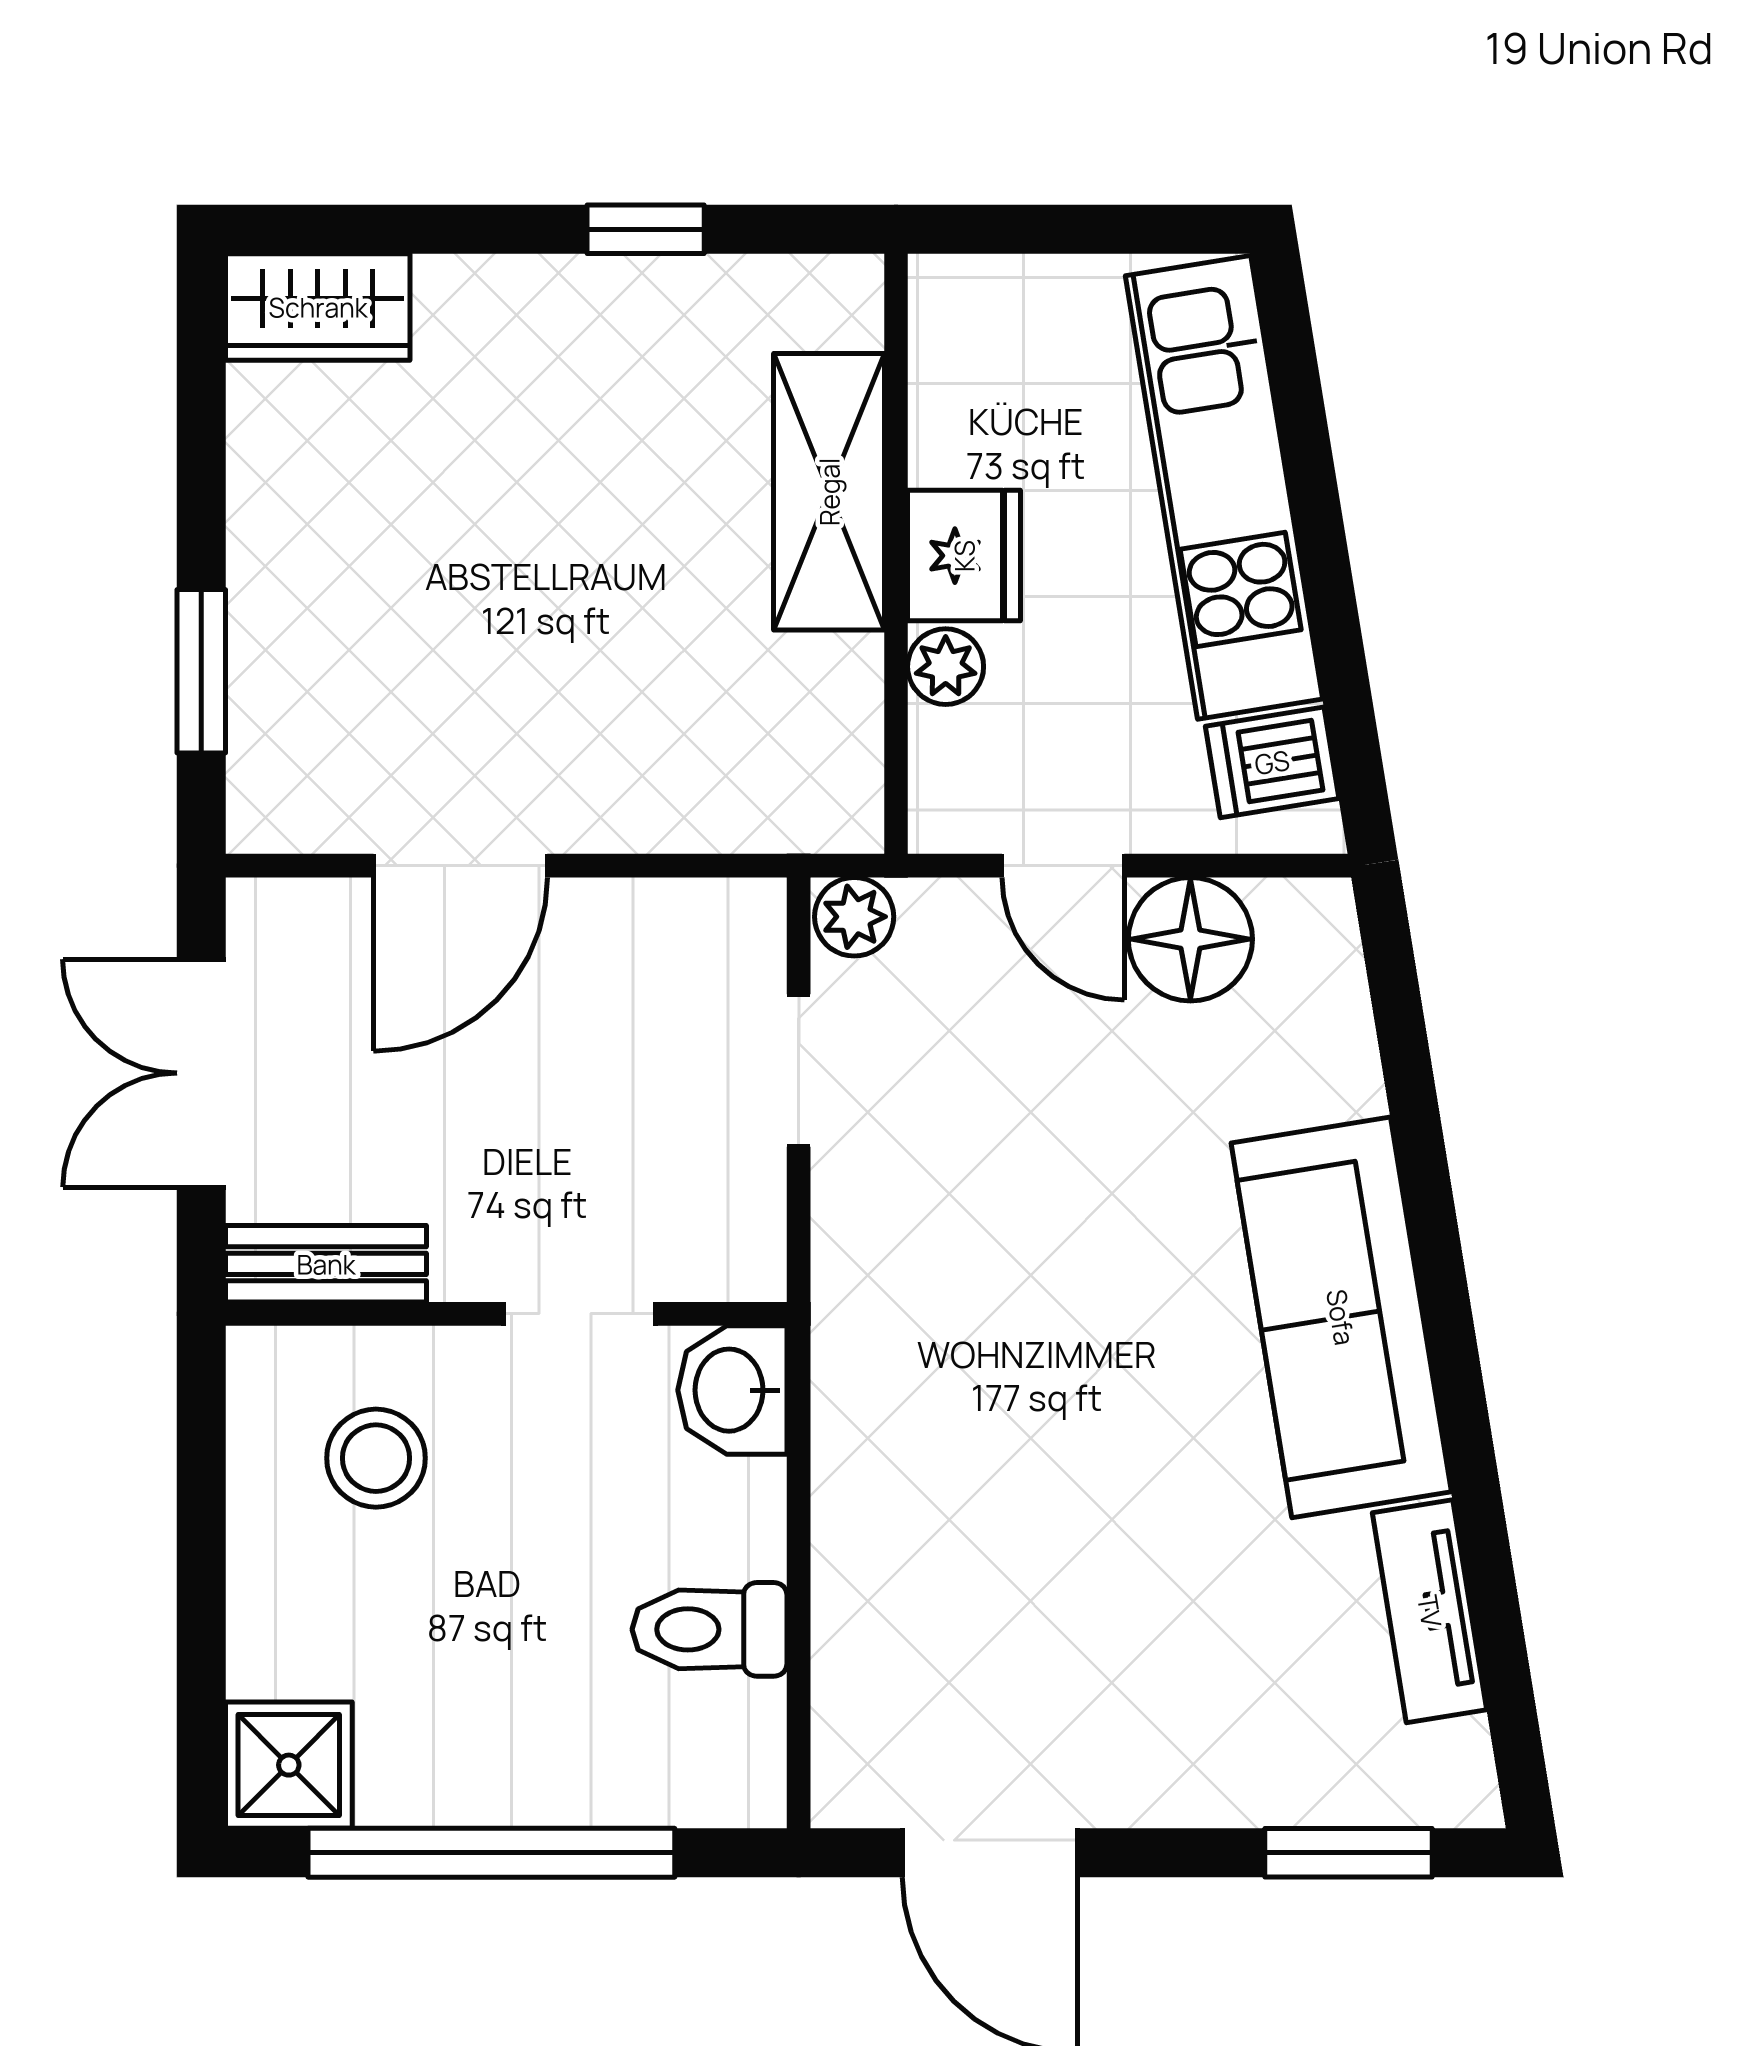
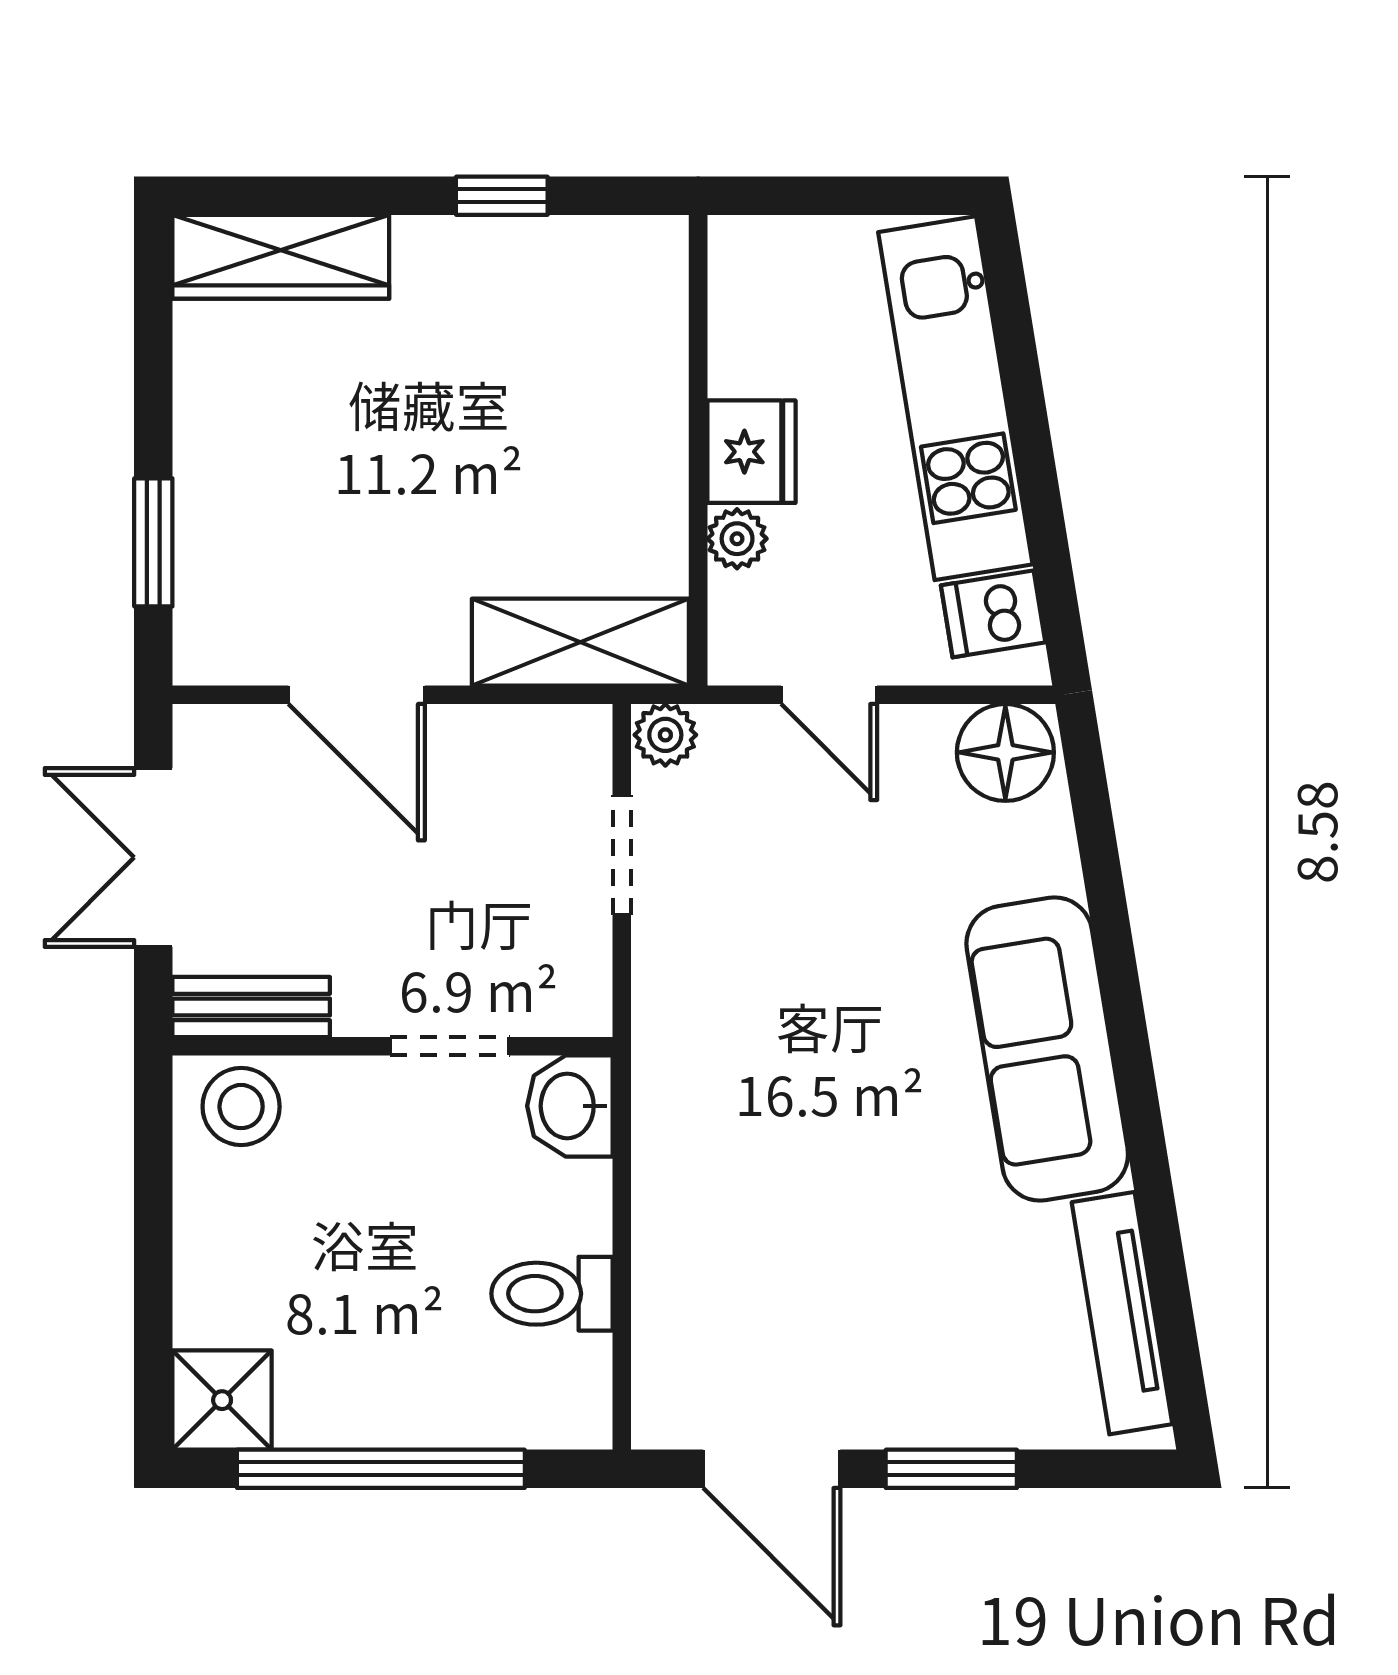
wardrobe: (318, 307) -> (281, 257), width x1.50
shelving: (829, 492) -> (580, 642), moved, turned 90
door: (460, 866) -> (357, 695), hinge flipped
floor lamp: (1190, 939) -> (1005, 752), moved
stool: (376, 1458) -> (241, 1107), moved
tv unit: (1430, 1611) -> (1122, 1313), width x1.41
window: (1348, 1853) -> (951, 1469), moved

